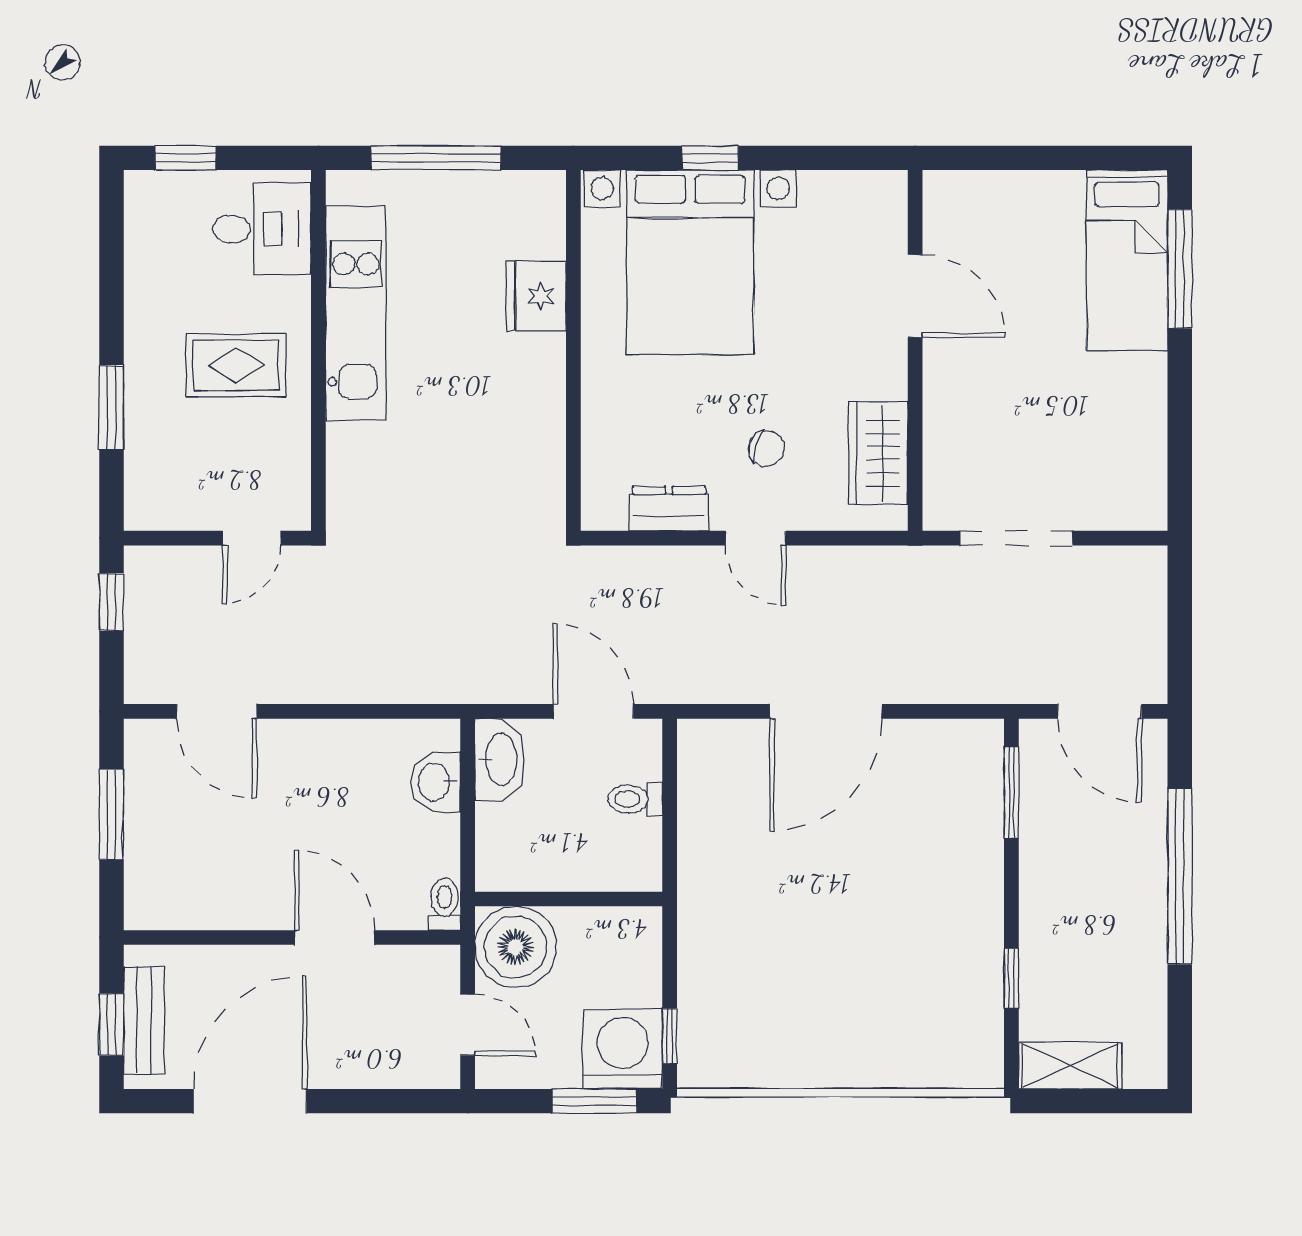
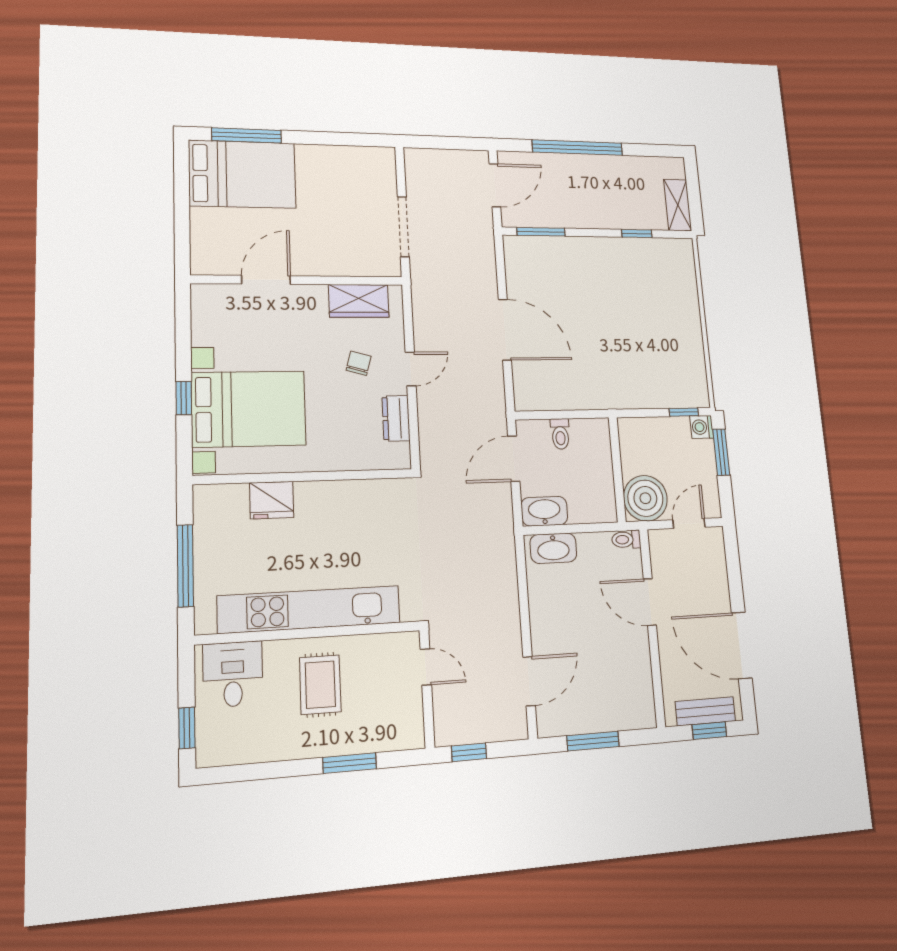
bed: (1127, 260) -> (242, 174), width x1.50
kitchen unit: (356, 313) -> (310, 609), width x1.36
washbasin: (435, 782) -> (553, 548), width x1.38
door: (334, 937) -> (650, 602), hinge flipped
washing machine: (623, 1049) -> (702, 427), width x0.53, depth x0.53

